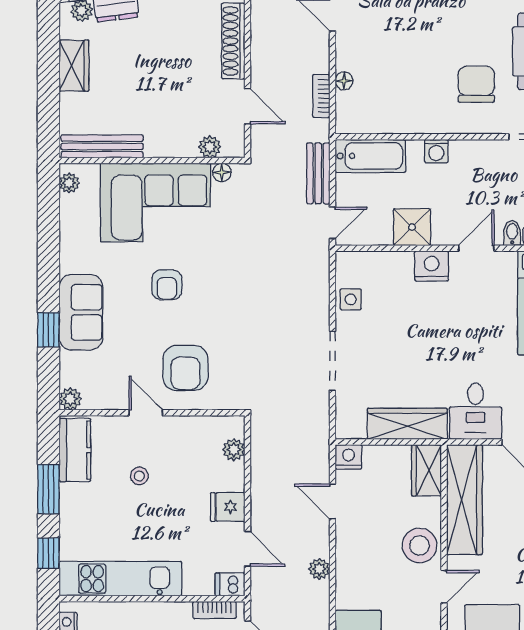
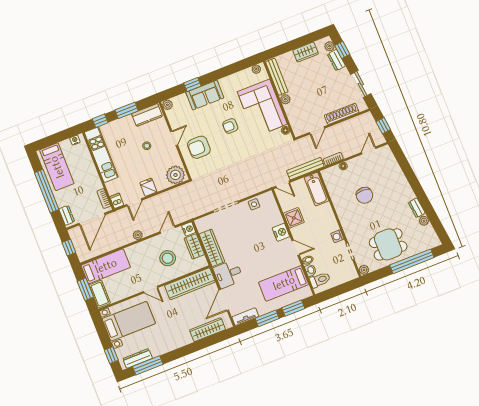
chair: (476, 84) -> (364, 195), moved, turned 90
plant: (210, 147) -> (285, 99), moved
washing machine: (436, 151) -> (337, 236), moved
bench: (318, 173) -> (305, 169), width x1.36
plant: (234, 450) -> (175, 175), width x1.87, depth x1.87
wardrobe: (426, 470) -> (194, 246), moved, turned -90
stool: (419, 545) -> (168, 258), moved

